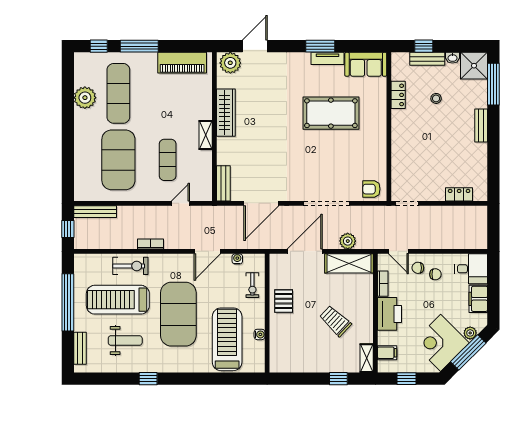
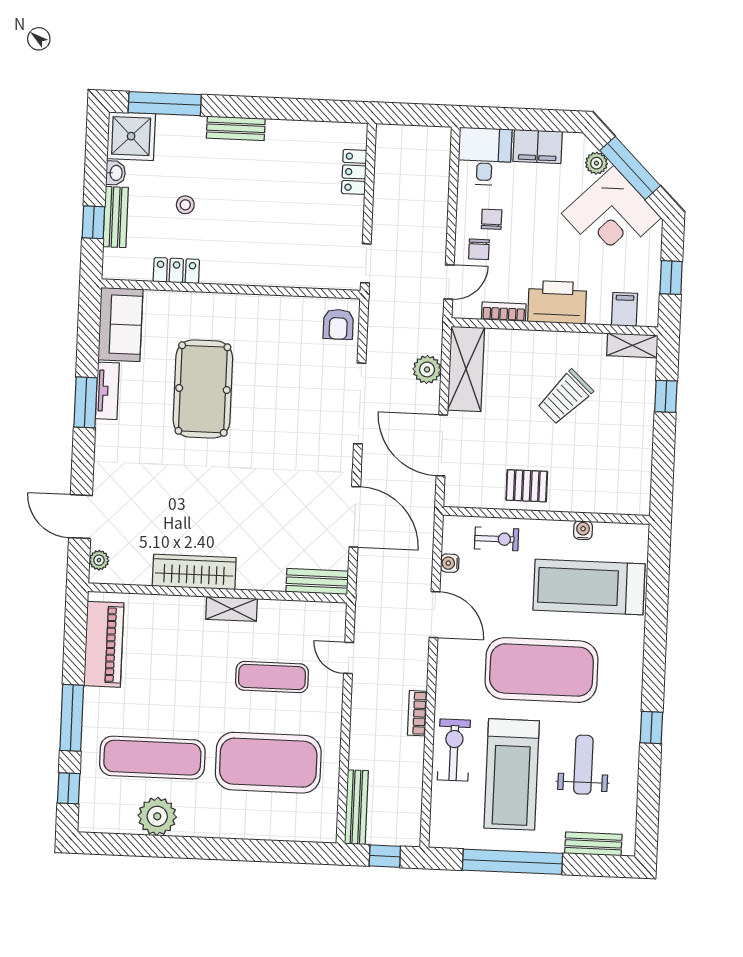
plant: (230, 63) -> (99, 560), width x0.53, depth x0.53

